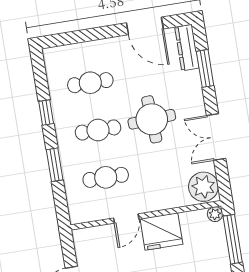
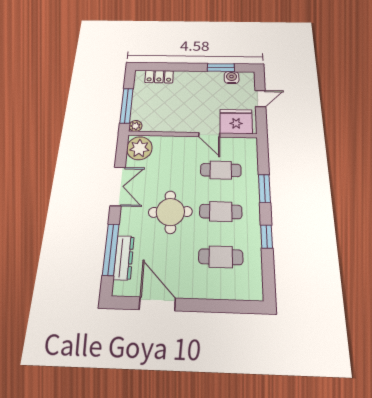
dresser: (187, 48) -> (124, 258), moved
window: (205, 68) -> (111, 249), width x1.44
door: (126, 219) -> (209, 135), swing flipped
fridge: (161, 231) -> (236, 121), moved

